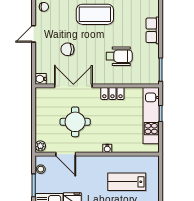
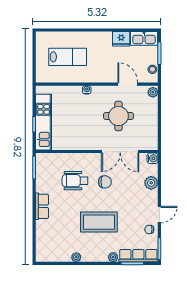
door: (34, 34) -> (159, 215), moved
chair: (67, 49) -> (105, 182), moved
plant: (42, 54) -> (151, 183), added
locker: (112, 93) -> (82, 144), removed

